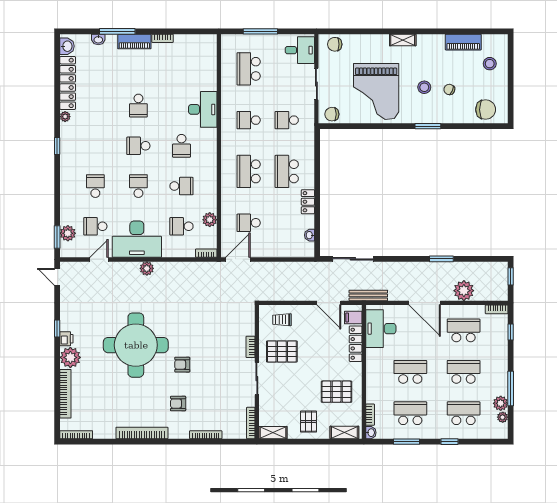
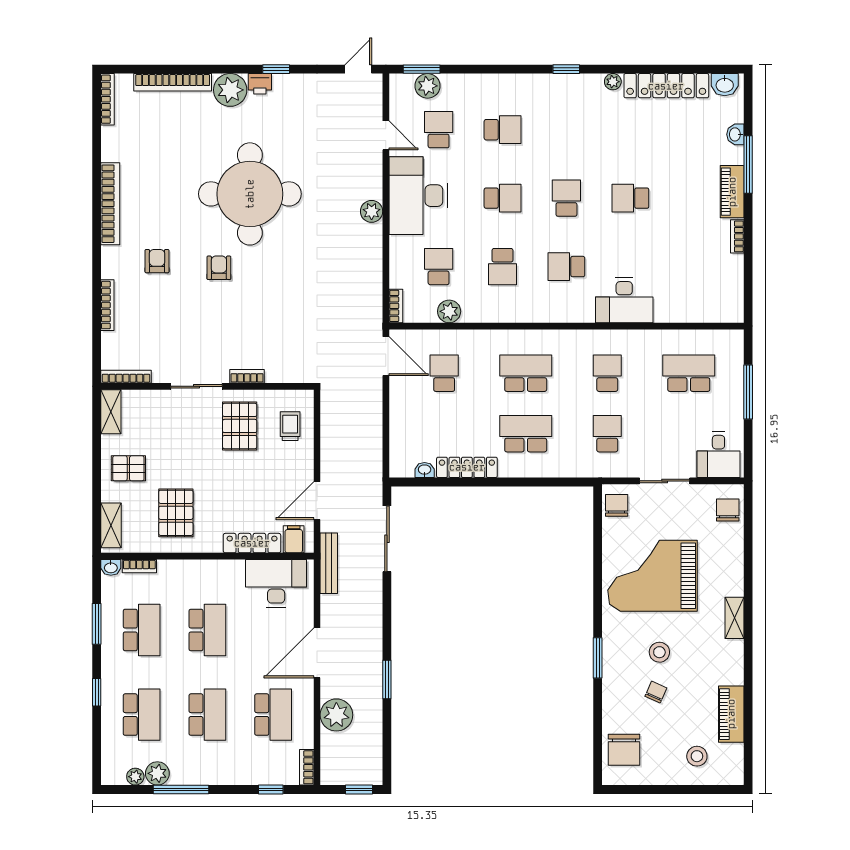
locker: (308, 202) -> (467, 467), width x1.53

